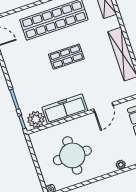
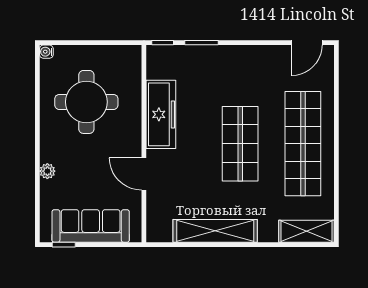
shop shelf: (66, 57) -> (240, 144), width x1.43, depth x1.36
plant: (36, 119) -> (160, 65), removed

